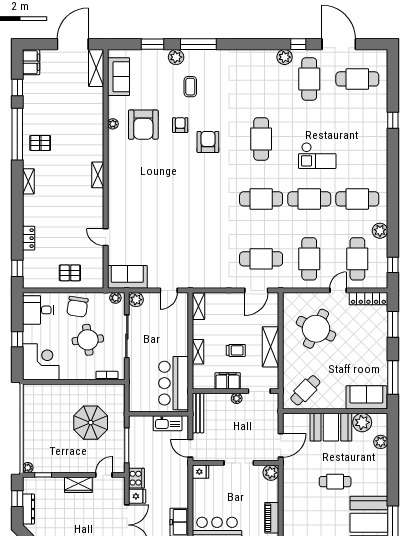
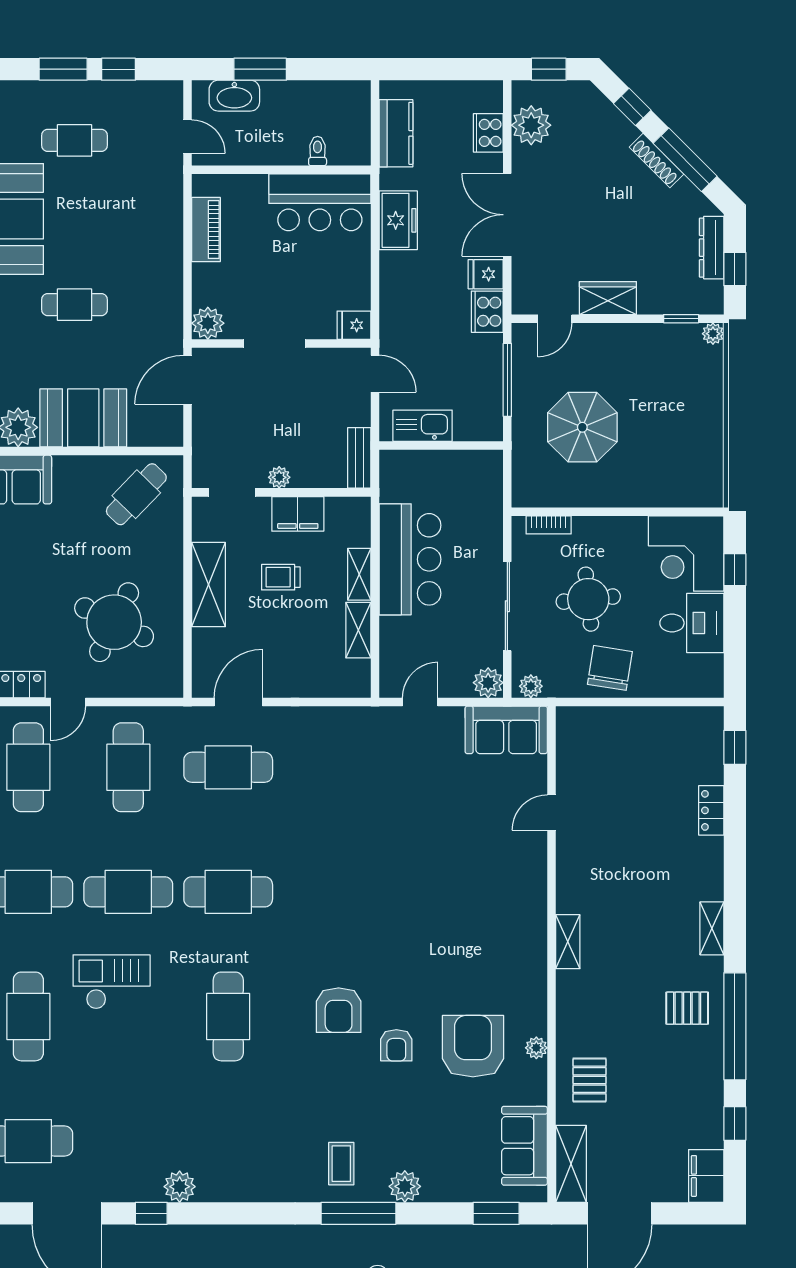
window: (153, 44) -> (496, 1213), moved
cafe table: (309, 79) -> (28, 1016), moved
coffee table: (190, 87) -> (341, 1164), moved
door: (106, 237) -> (551, 812), swing flipped
pallet: (70, 273) -> (590, 1080), moved, turned 90
shelving: (198, 306) -> (358, 630), moved
desk: (38, 310) -> (692, 623), moved
window: (17, 339) -> (735, 570), moved
bar counter: (174, 383) -> (410, 559), moved
bench: (198, 413) -> (359, 458), width x0.73

